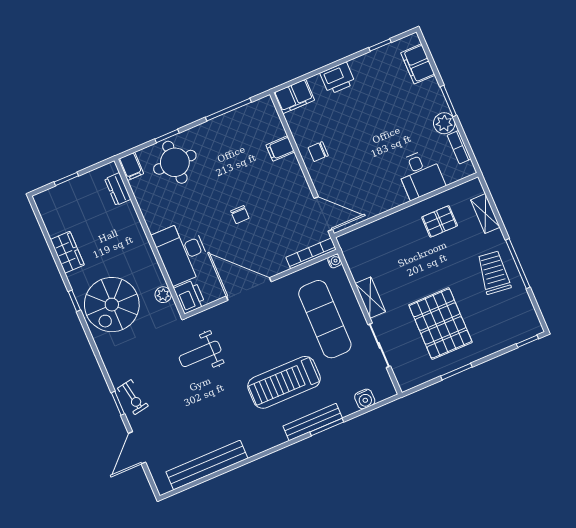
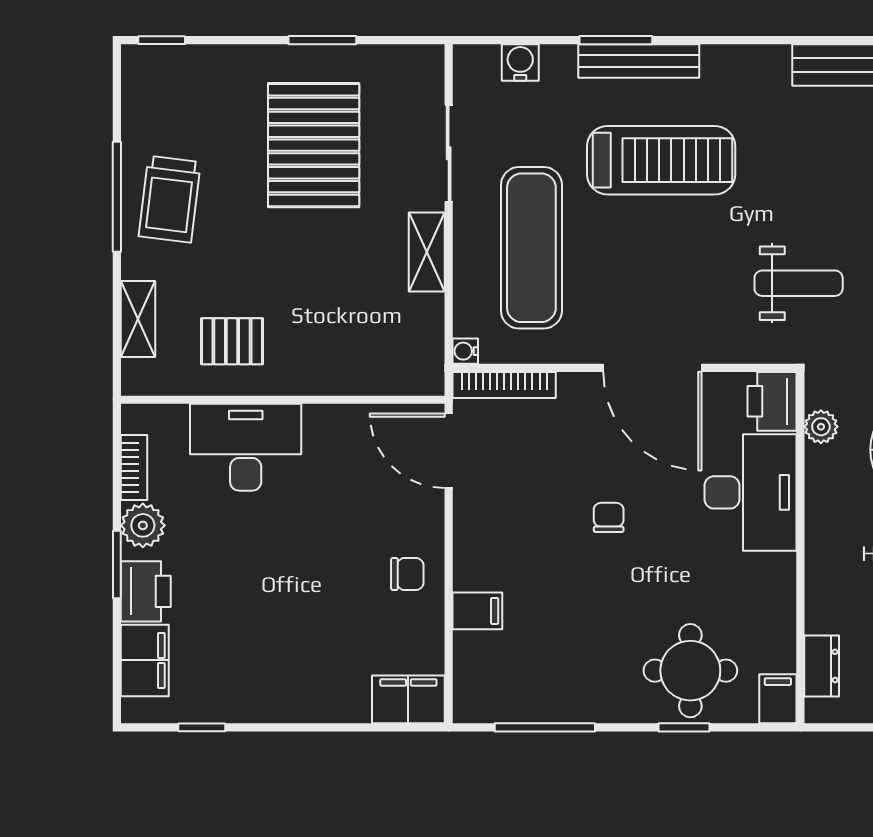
printer: (338, 78) -> (146, 591), moved, turned 90
desk: (420, 174) -> (246, 447), width x1.37

